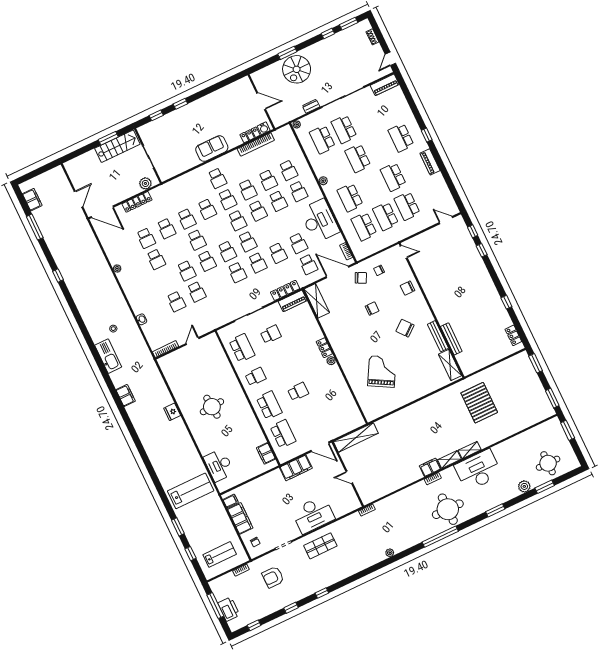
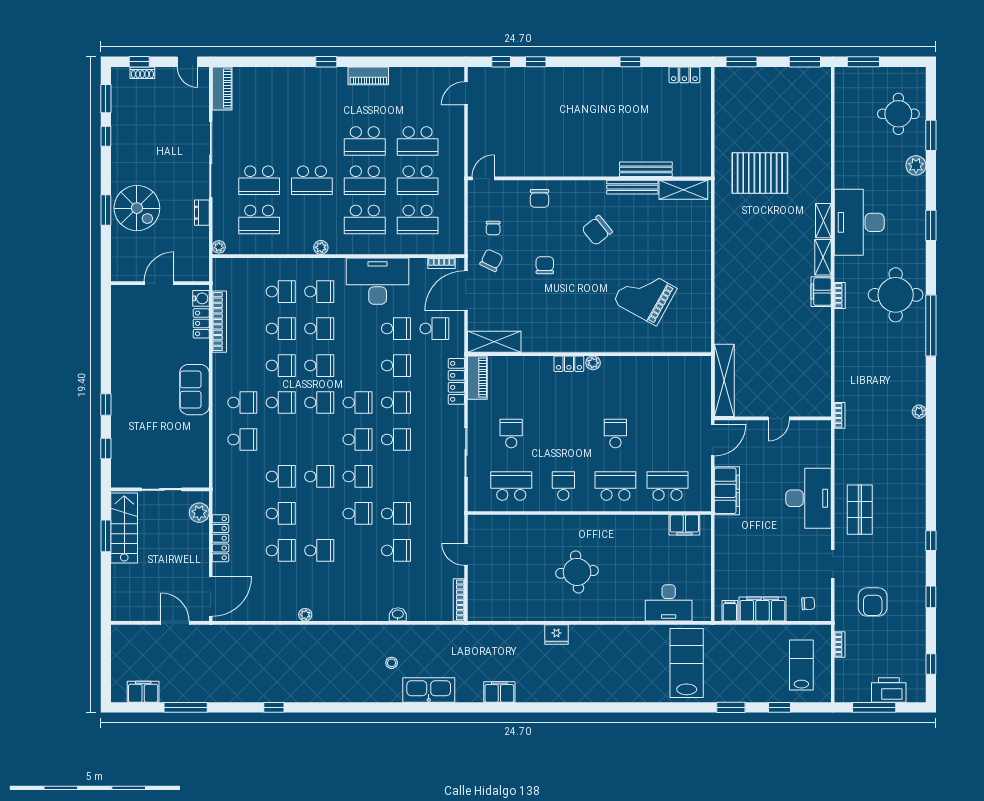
window: (378, 32) -> (139, 62), added
school desk: (401, 138) -> (365, 180), moved
school desk: (207, 209) -> (242, 439), moved

